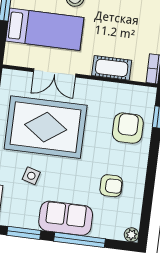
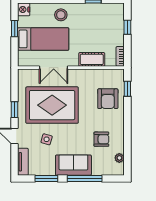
armchair: (128, 128) -> (108, 99), turned 180
plant: (131, 235) -> (119, 158), moved

